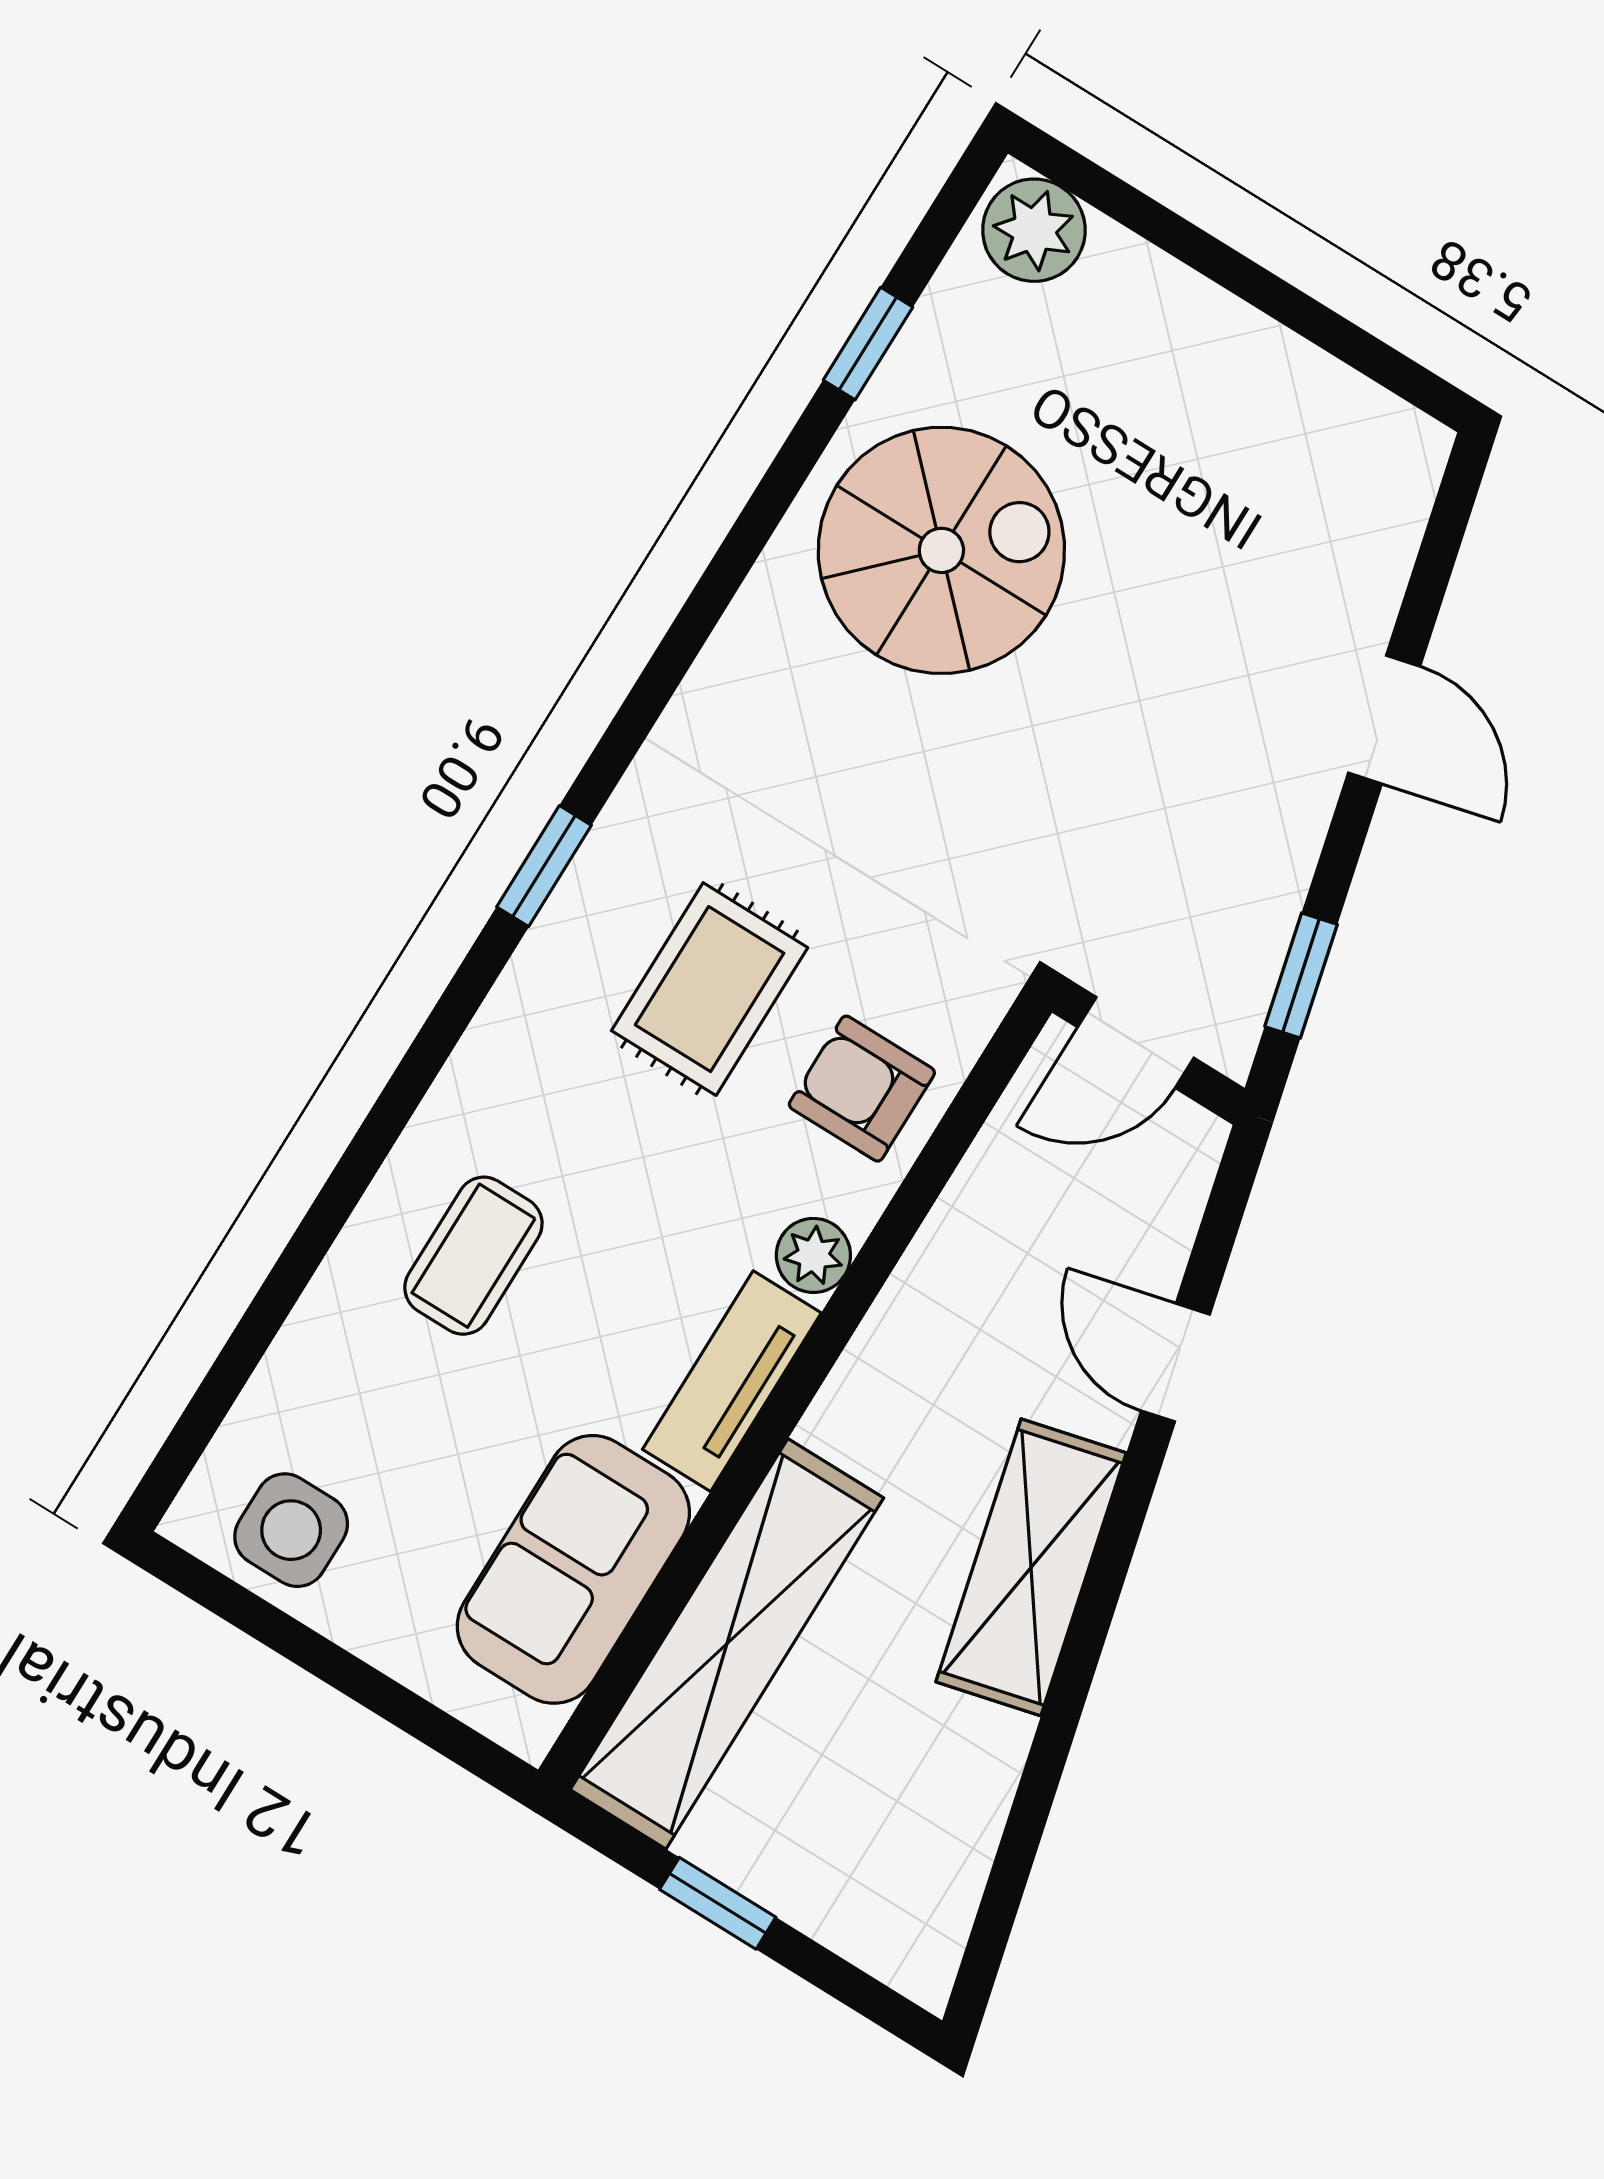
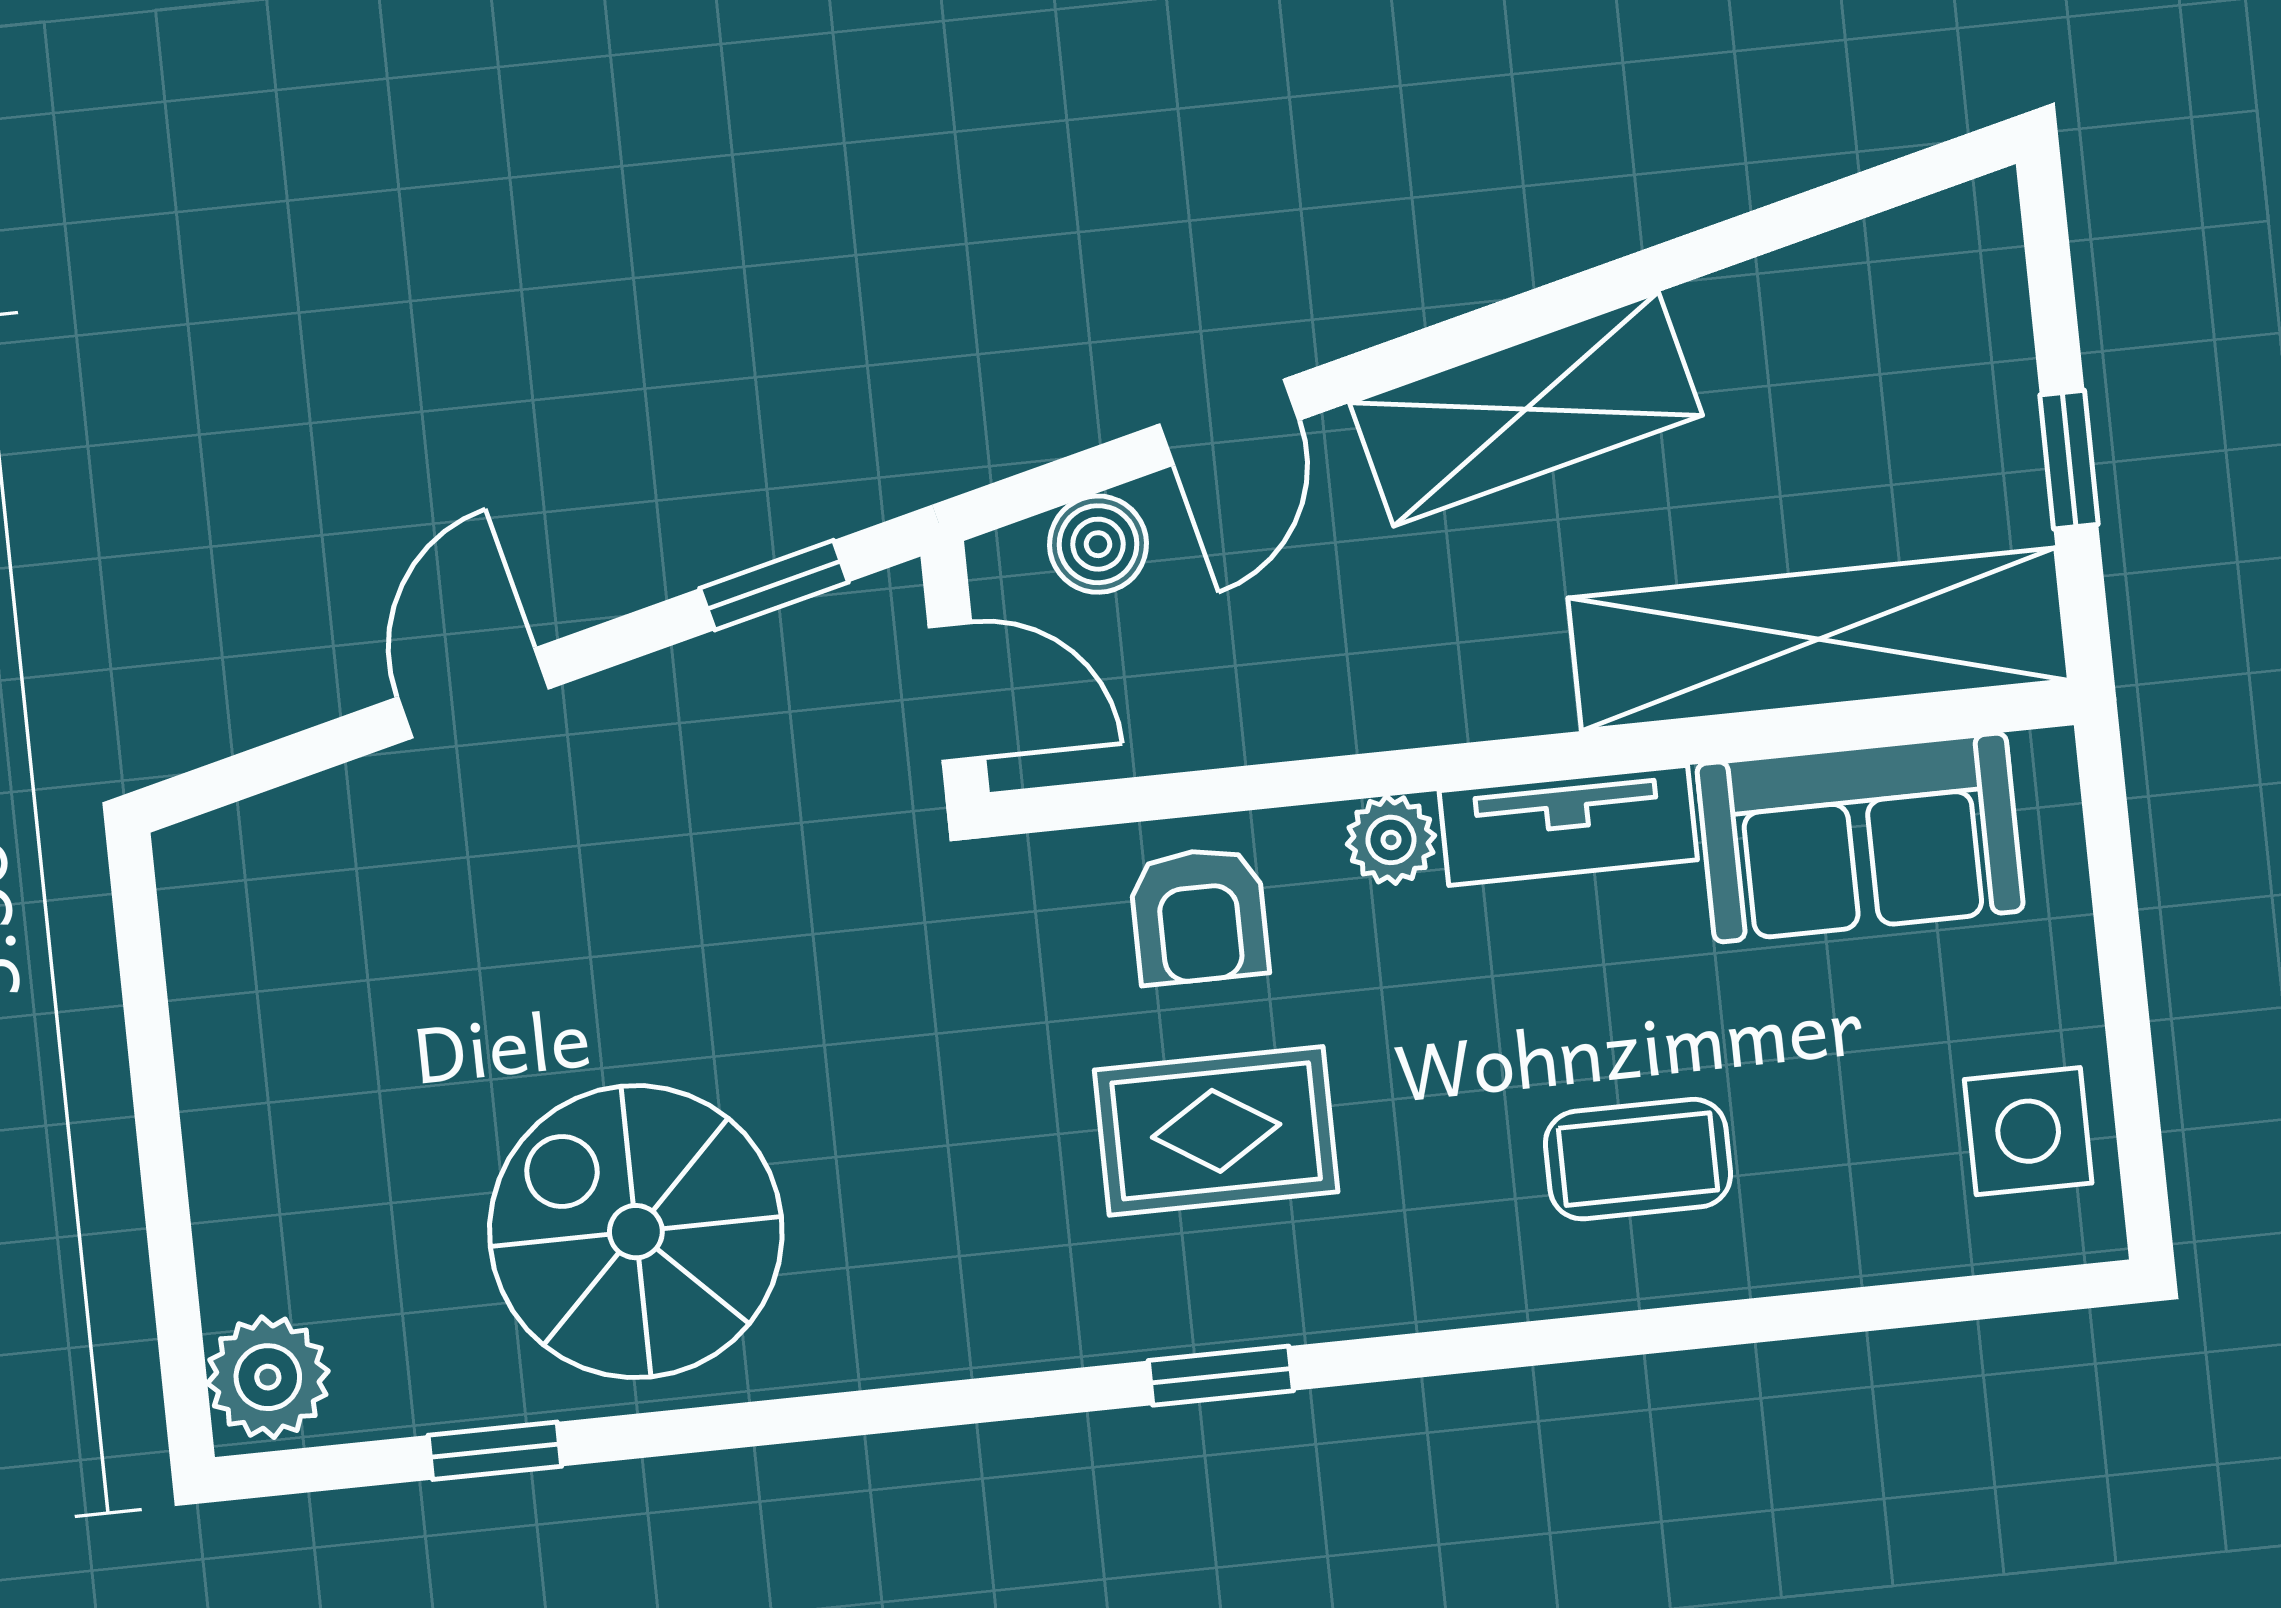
boiler: (1161, 1213) -> (1098, 544), added

